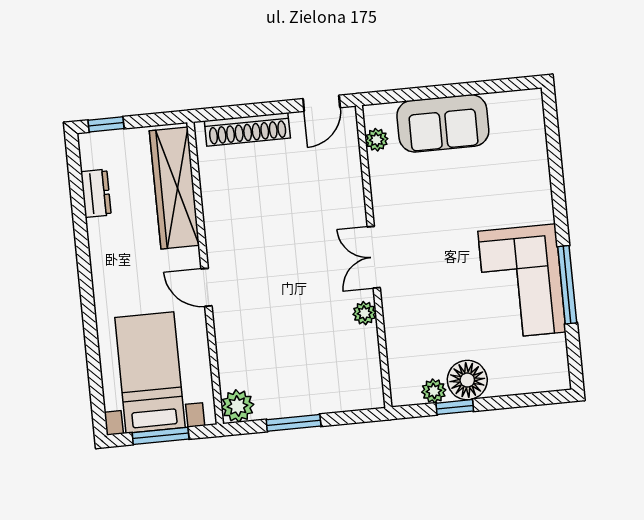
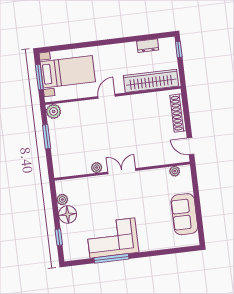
sofa: (443, 123) -> (184, 214), moved
window: (455, 407) -> (59, 237), moved

